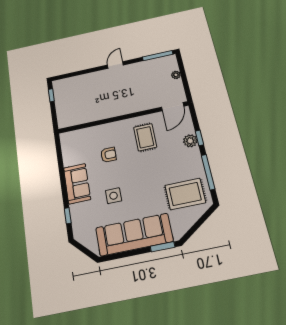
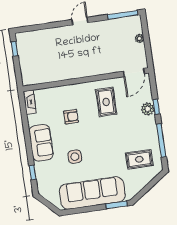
fireplace: (66, 144) -> (30, 102), added
rug: (185, 194) -> (139, 159), width x0.73, depth x0.70

